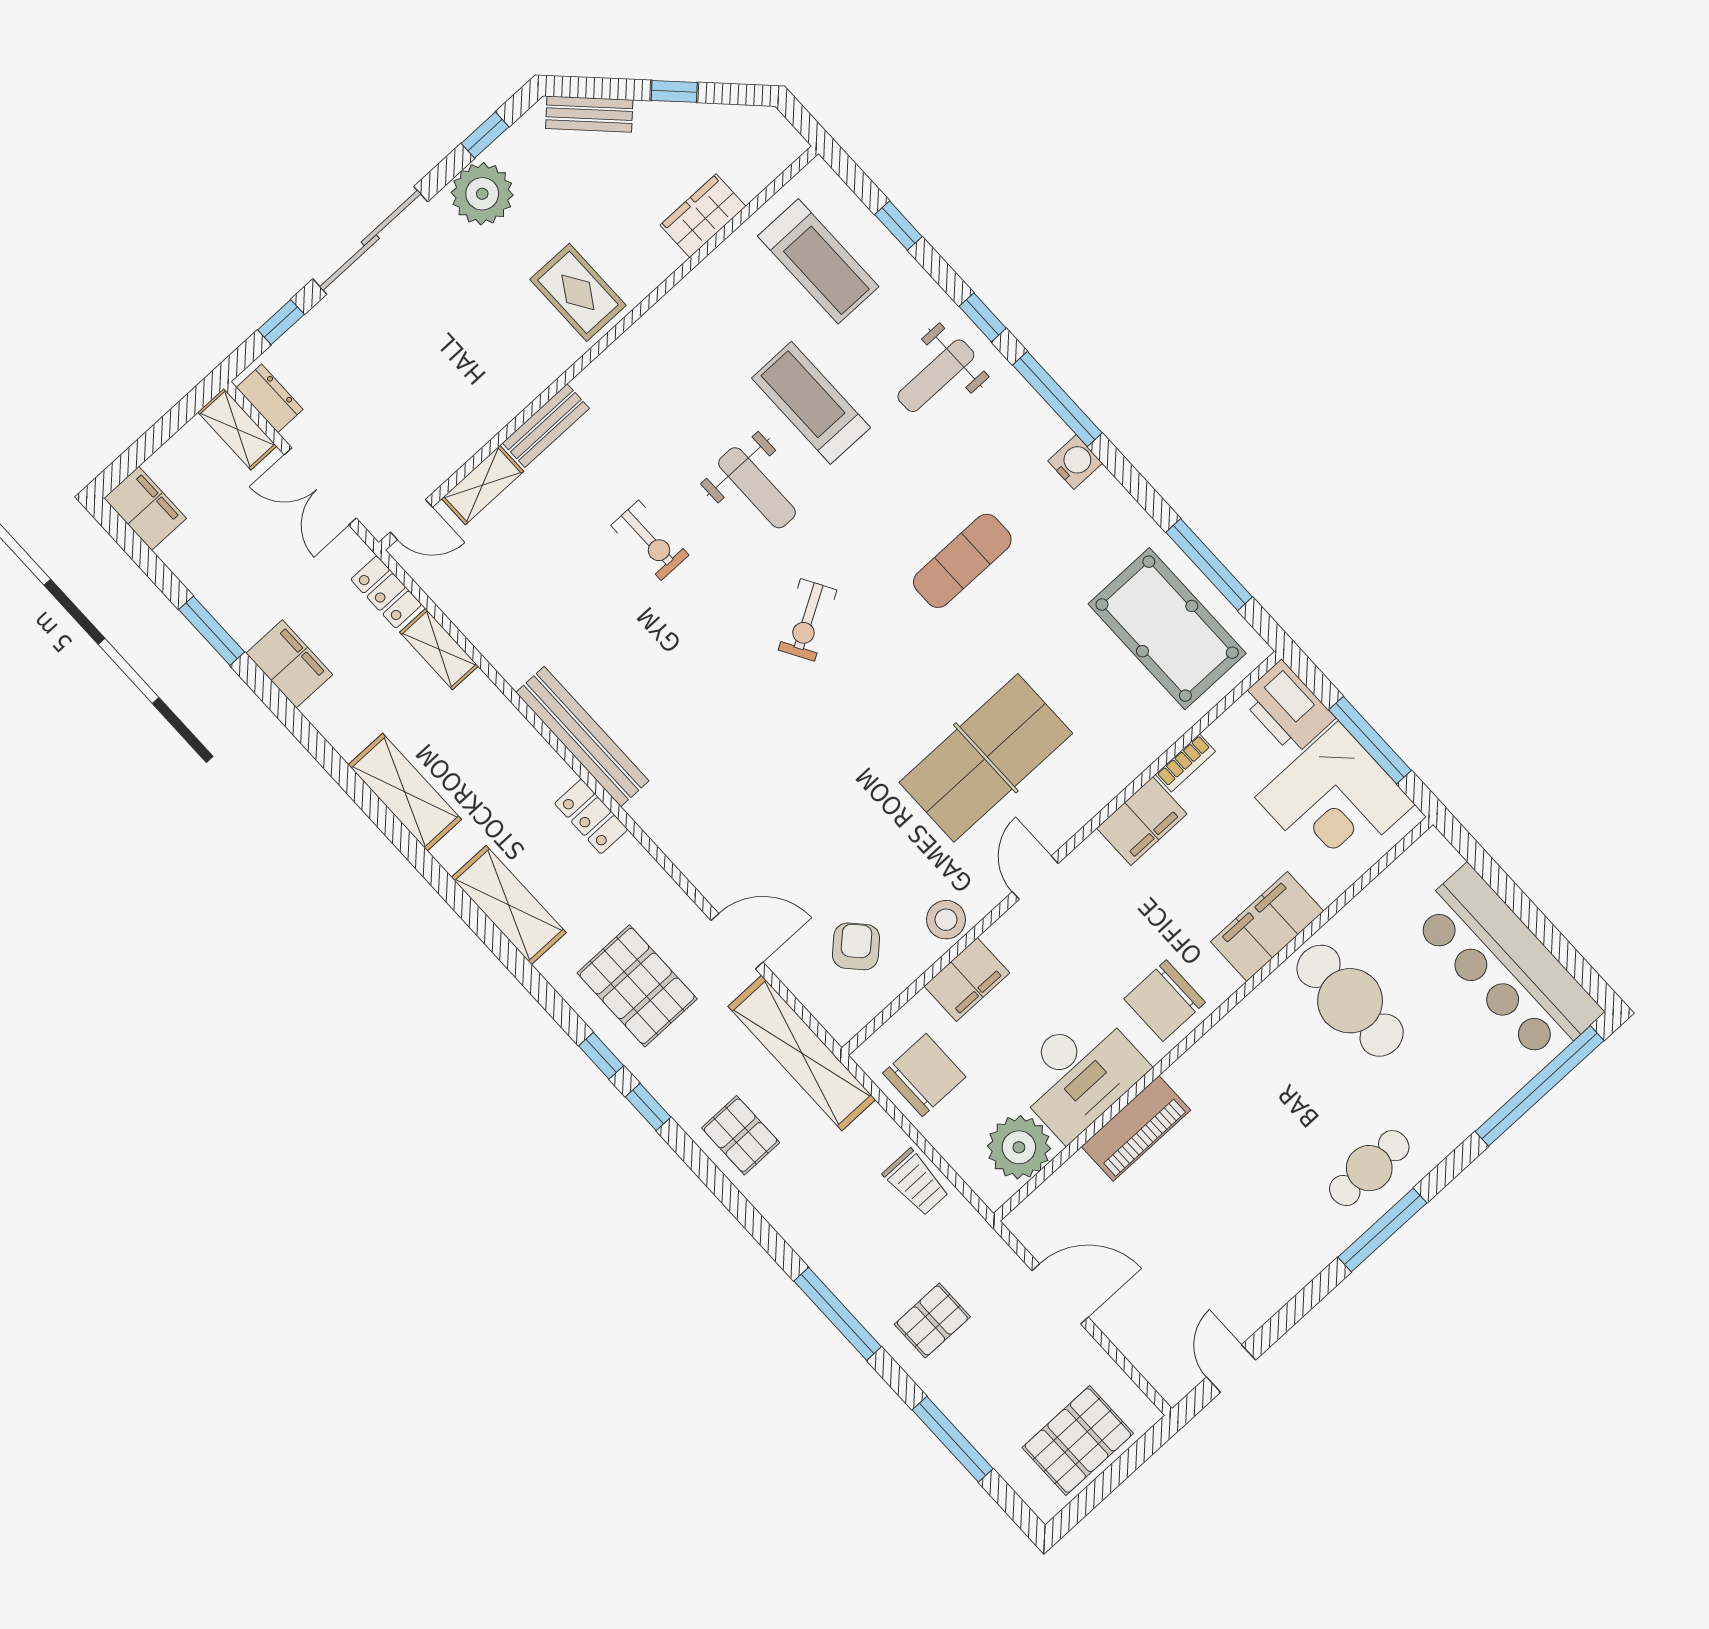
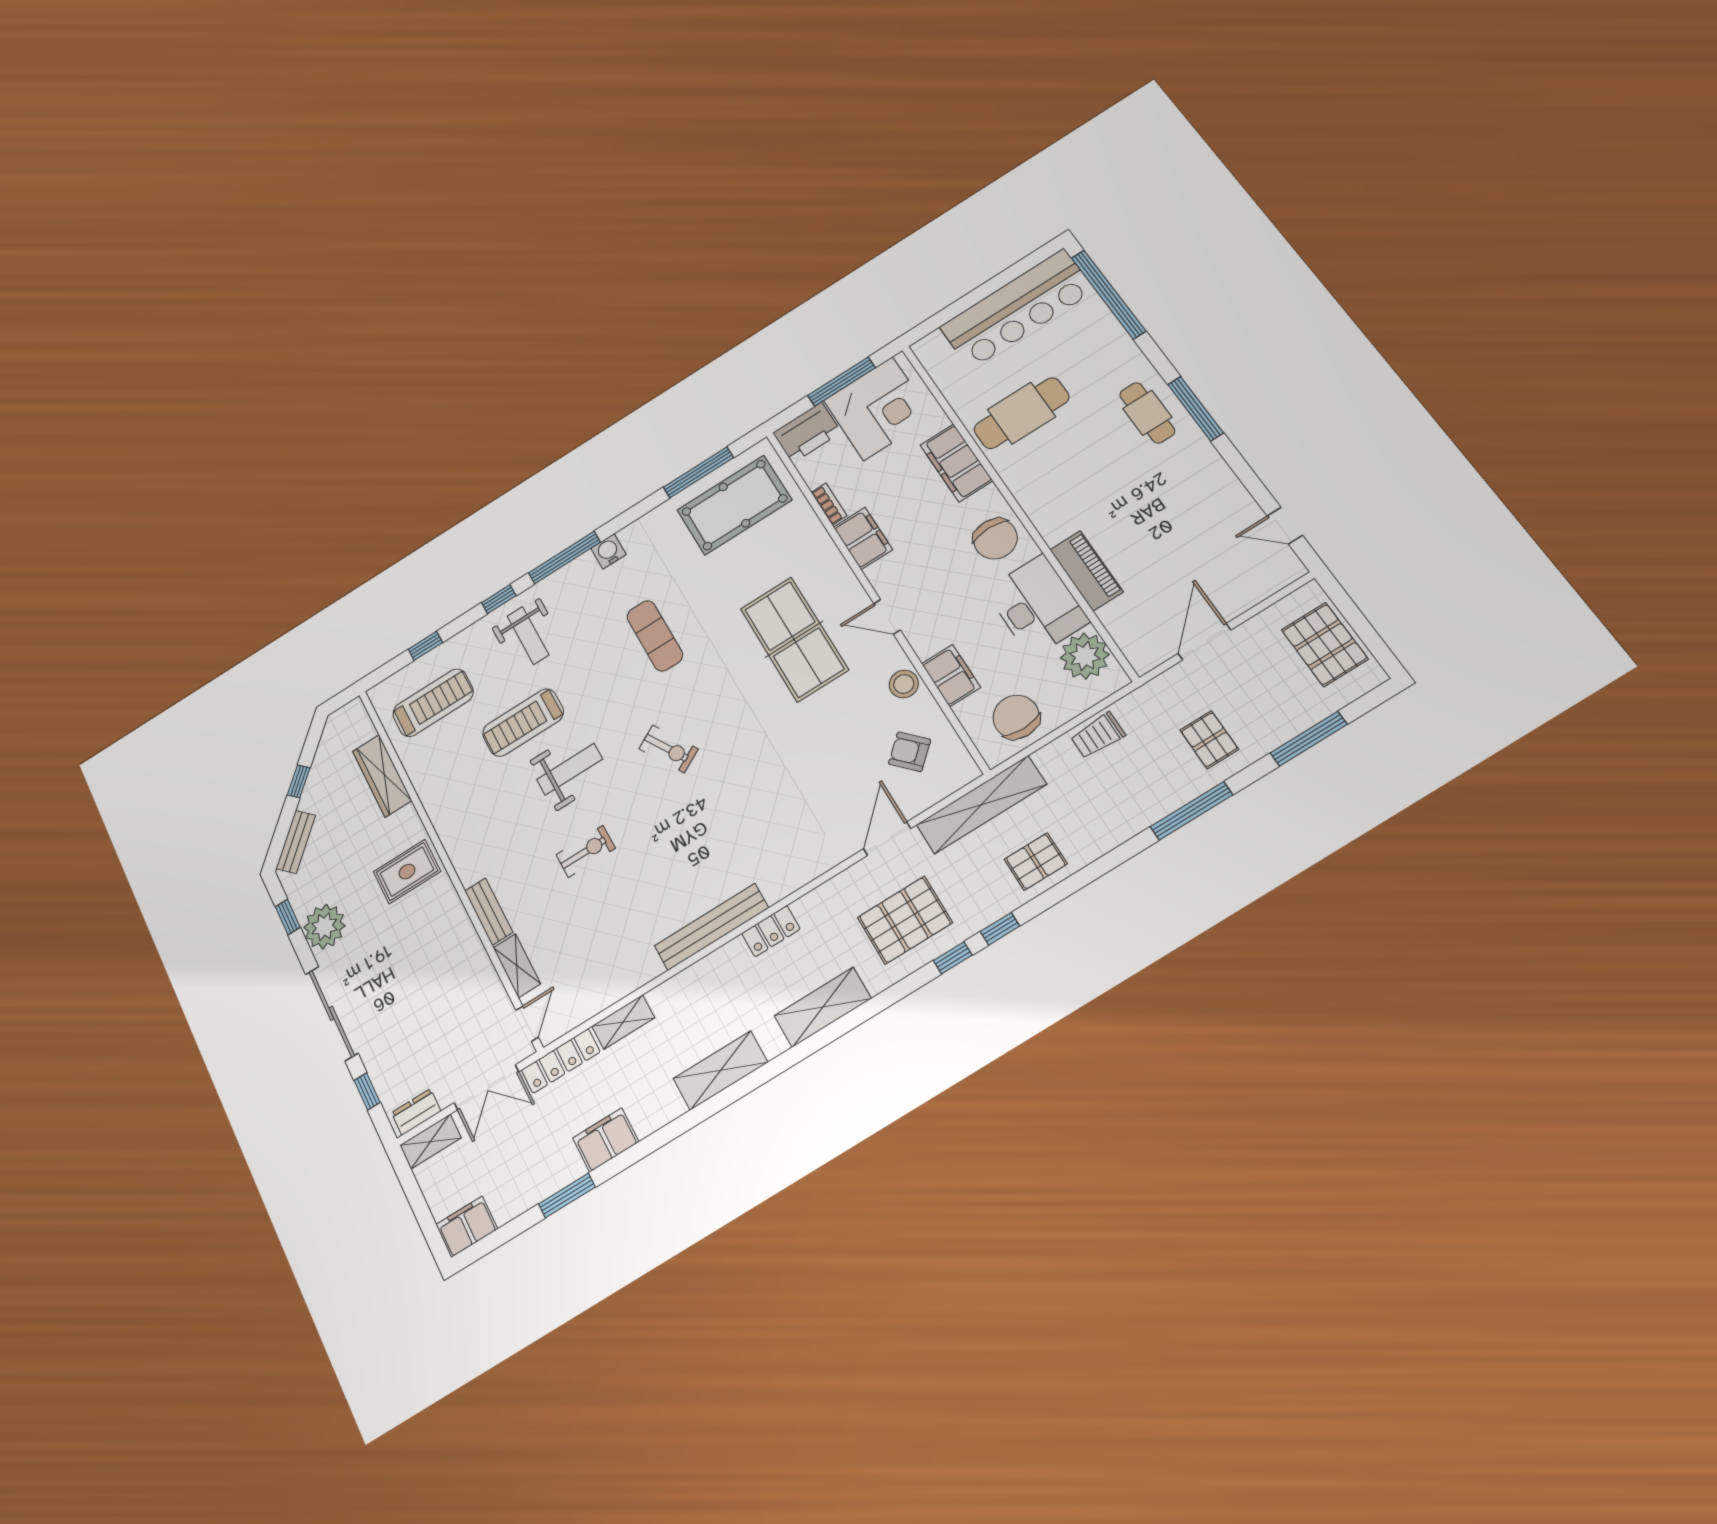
wardrobe: (703, 216) -> (382, 776), width x1.50
locker: (386, 592) -> (561, 1061), width x1.53
trolley: (916, 1182) -> (1098, 735), turned 180

